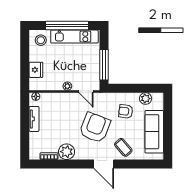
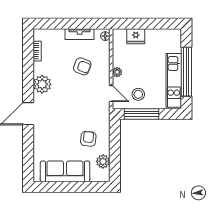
stool: (41, 40) -> (138, 94), moved
door: (86, 91) -> (111, 93), swing flipped
armchair: (95, 128) -> (82, 66), moved, width x0.53, depth x0.53
coffee table: (123, 147) -> (47, 136), removed
plant: (67, 152) -> (42, 84), moved

